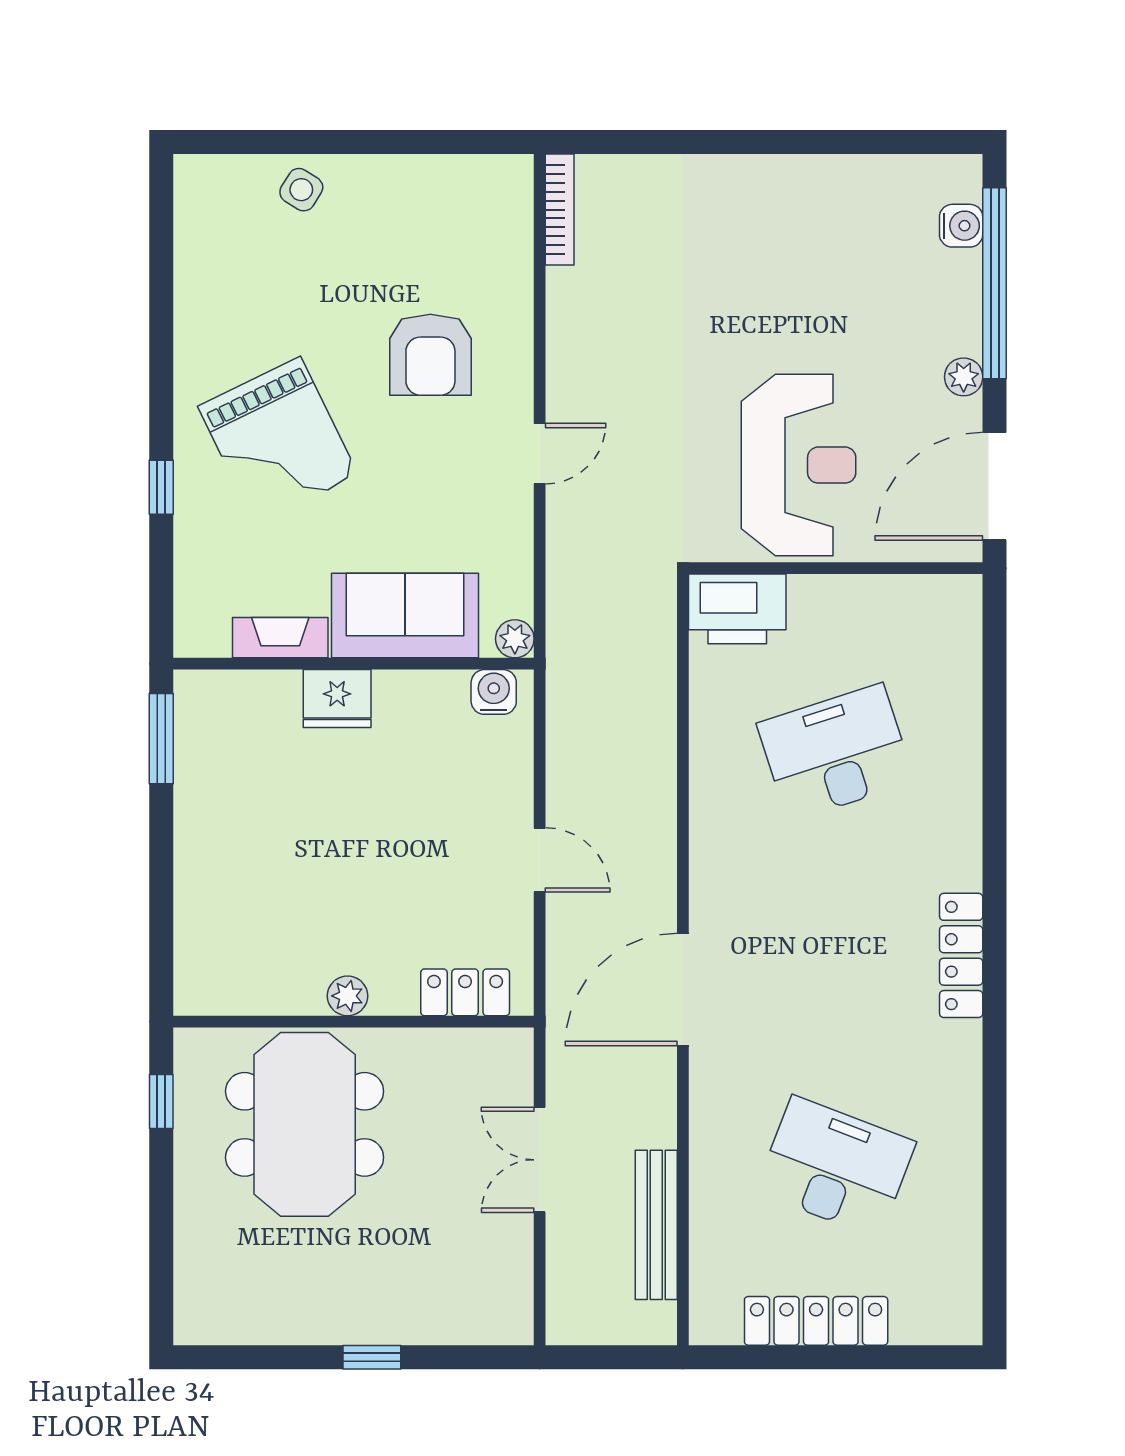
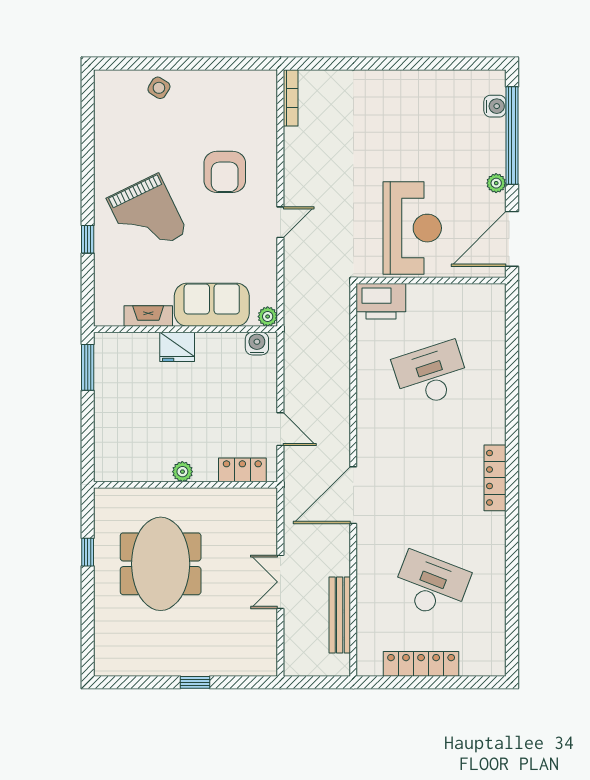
locker: (465, 992) -> (242, 470), moved
plant: (347, 996) -> (182, 472), moved
wall: (354, 1022) -> (186, 485), moved

